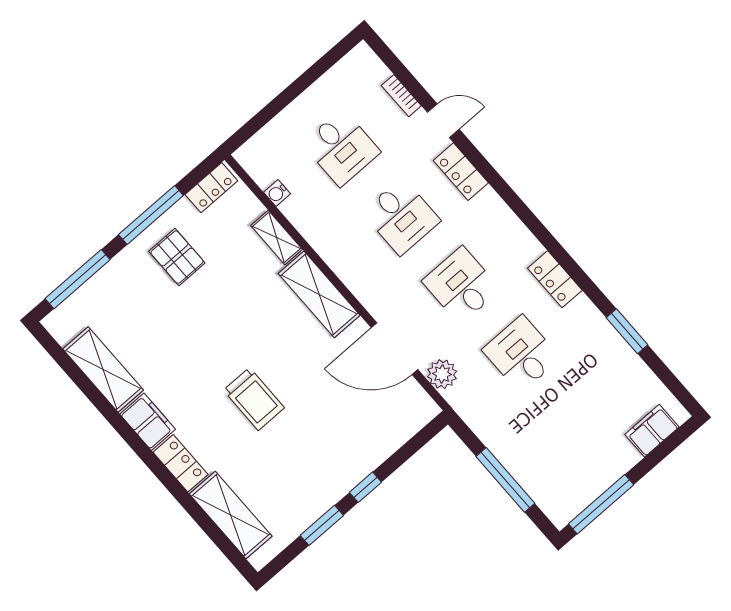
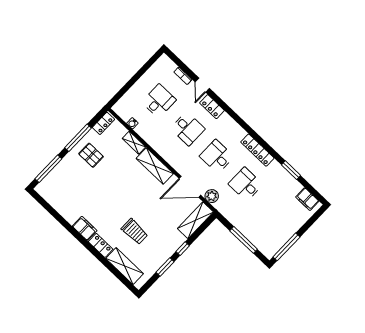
door: (443, 121) -> (202, 85), swing flipped
desk: (341, 148) -> (159, 101), turned -90
locker: (555, 279) -> (257, 150), width x1.53
shelving: (103, 370) -> (195, 220), moved, turned 90
trolley: (254, 399) -> (135, 232), moved
filing cabinet: (652, 431) -> (307, 199), moved, turned -90

